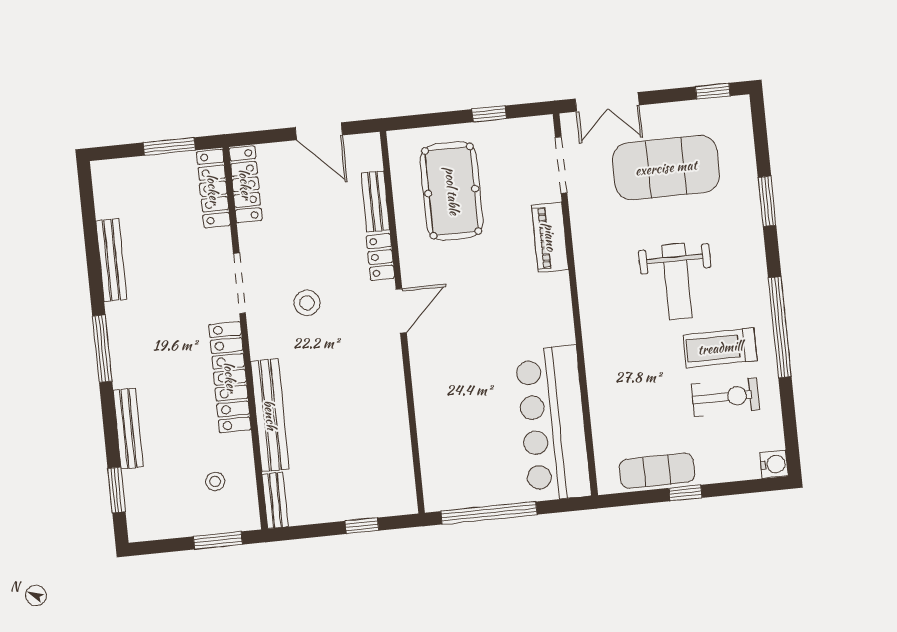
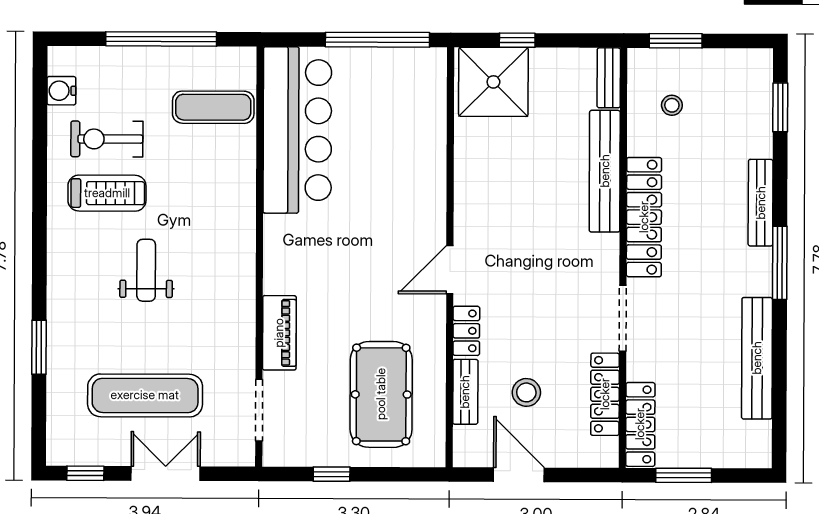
double door: (607, 102) -> (166, 474), moved
exercise mat: (666, 168) -> (145, 395), width x0.68
locker: (245, 184) -> (605, 394), moved
bench: (111, 260) -> (757, 358), width x1.37, depth x1.21
weight bench: (677, 281) -> (146, 270), width x0.73, depth x0.75
stool: (307, 303) -> (526, 392), moved
window: (780, 327) -> (39, 209), removed
bench: (128, 429) -> (761, 203), moved
water cooler: (774, 464) -> (61, 91), moved
exercise mat: (657, 471) -> (213, 107), moved
shower: (380, 486) -> (493, 82), added
window: (685, 493) -> (161, 39), width x3.17

